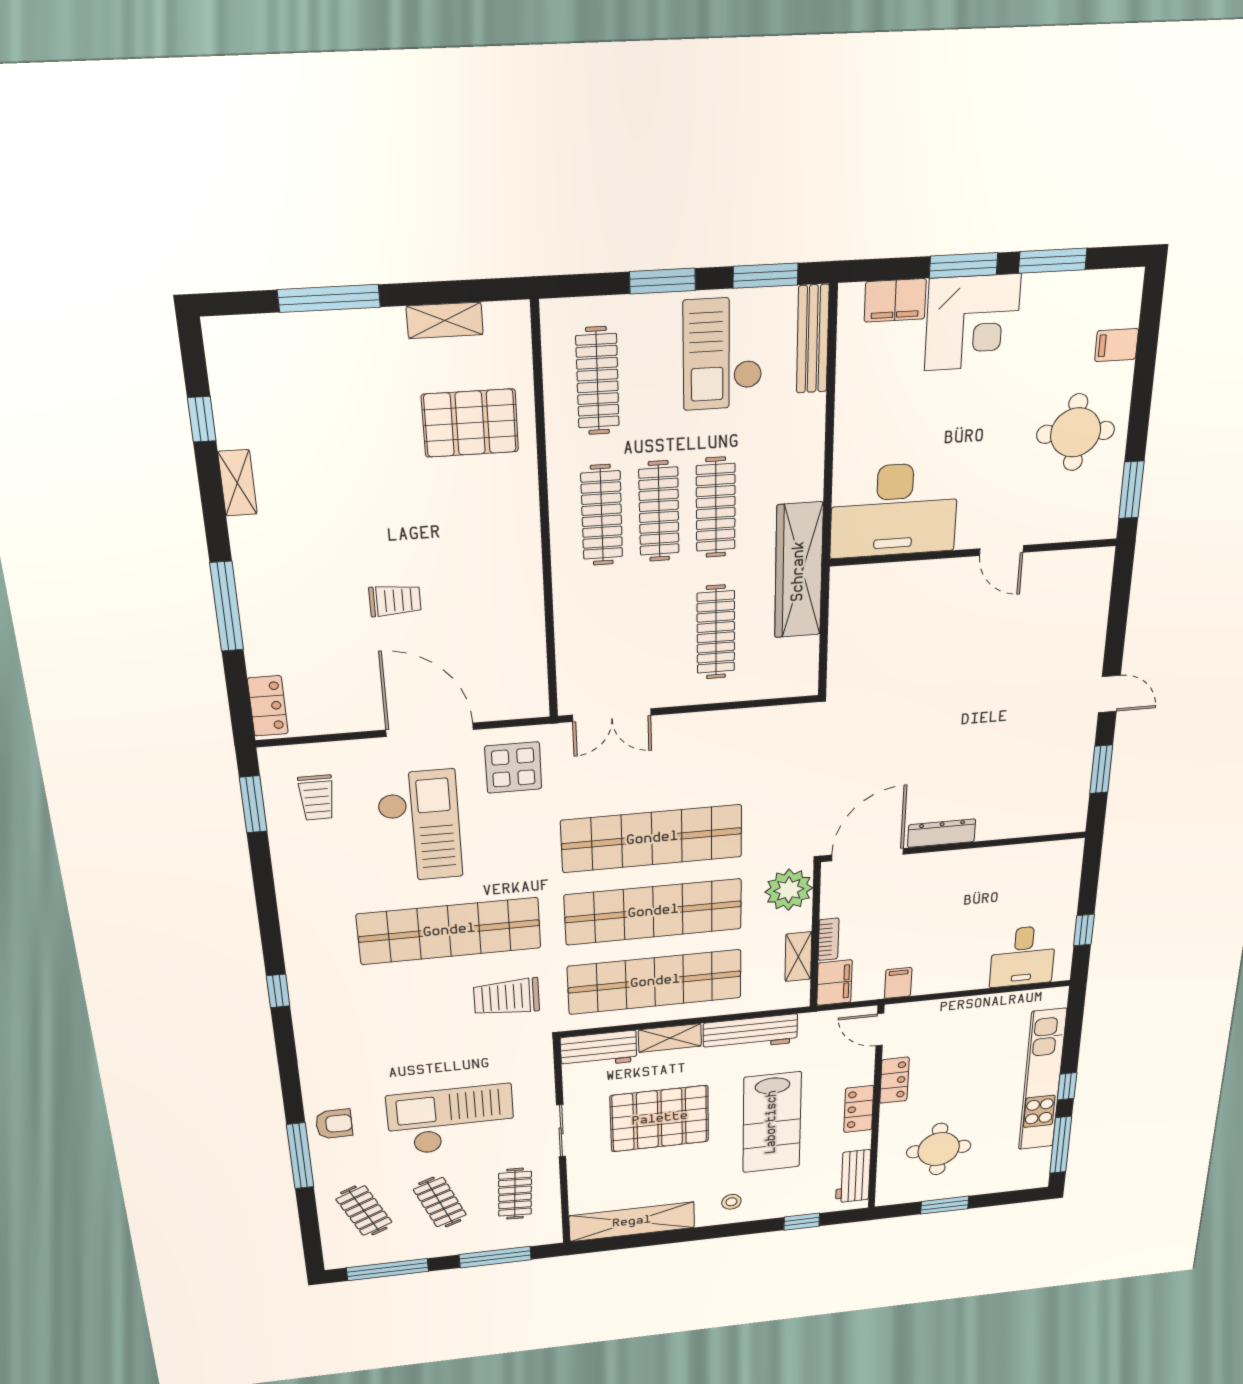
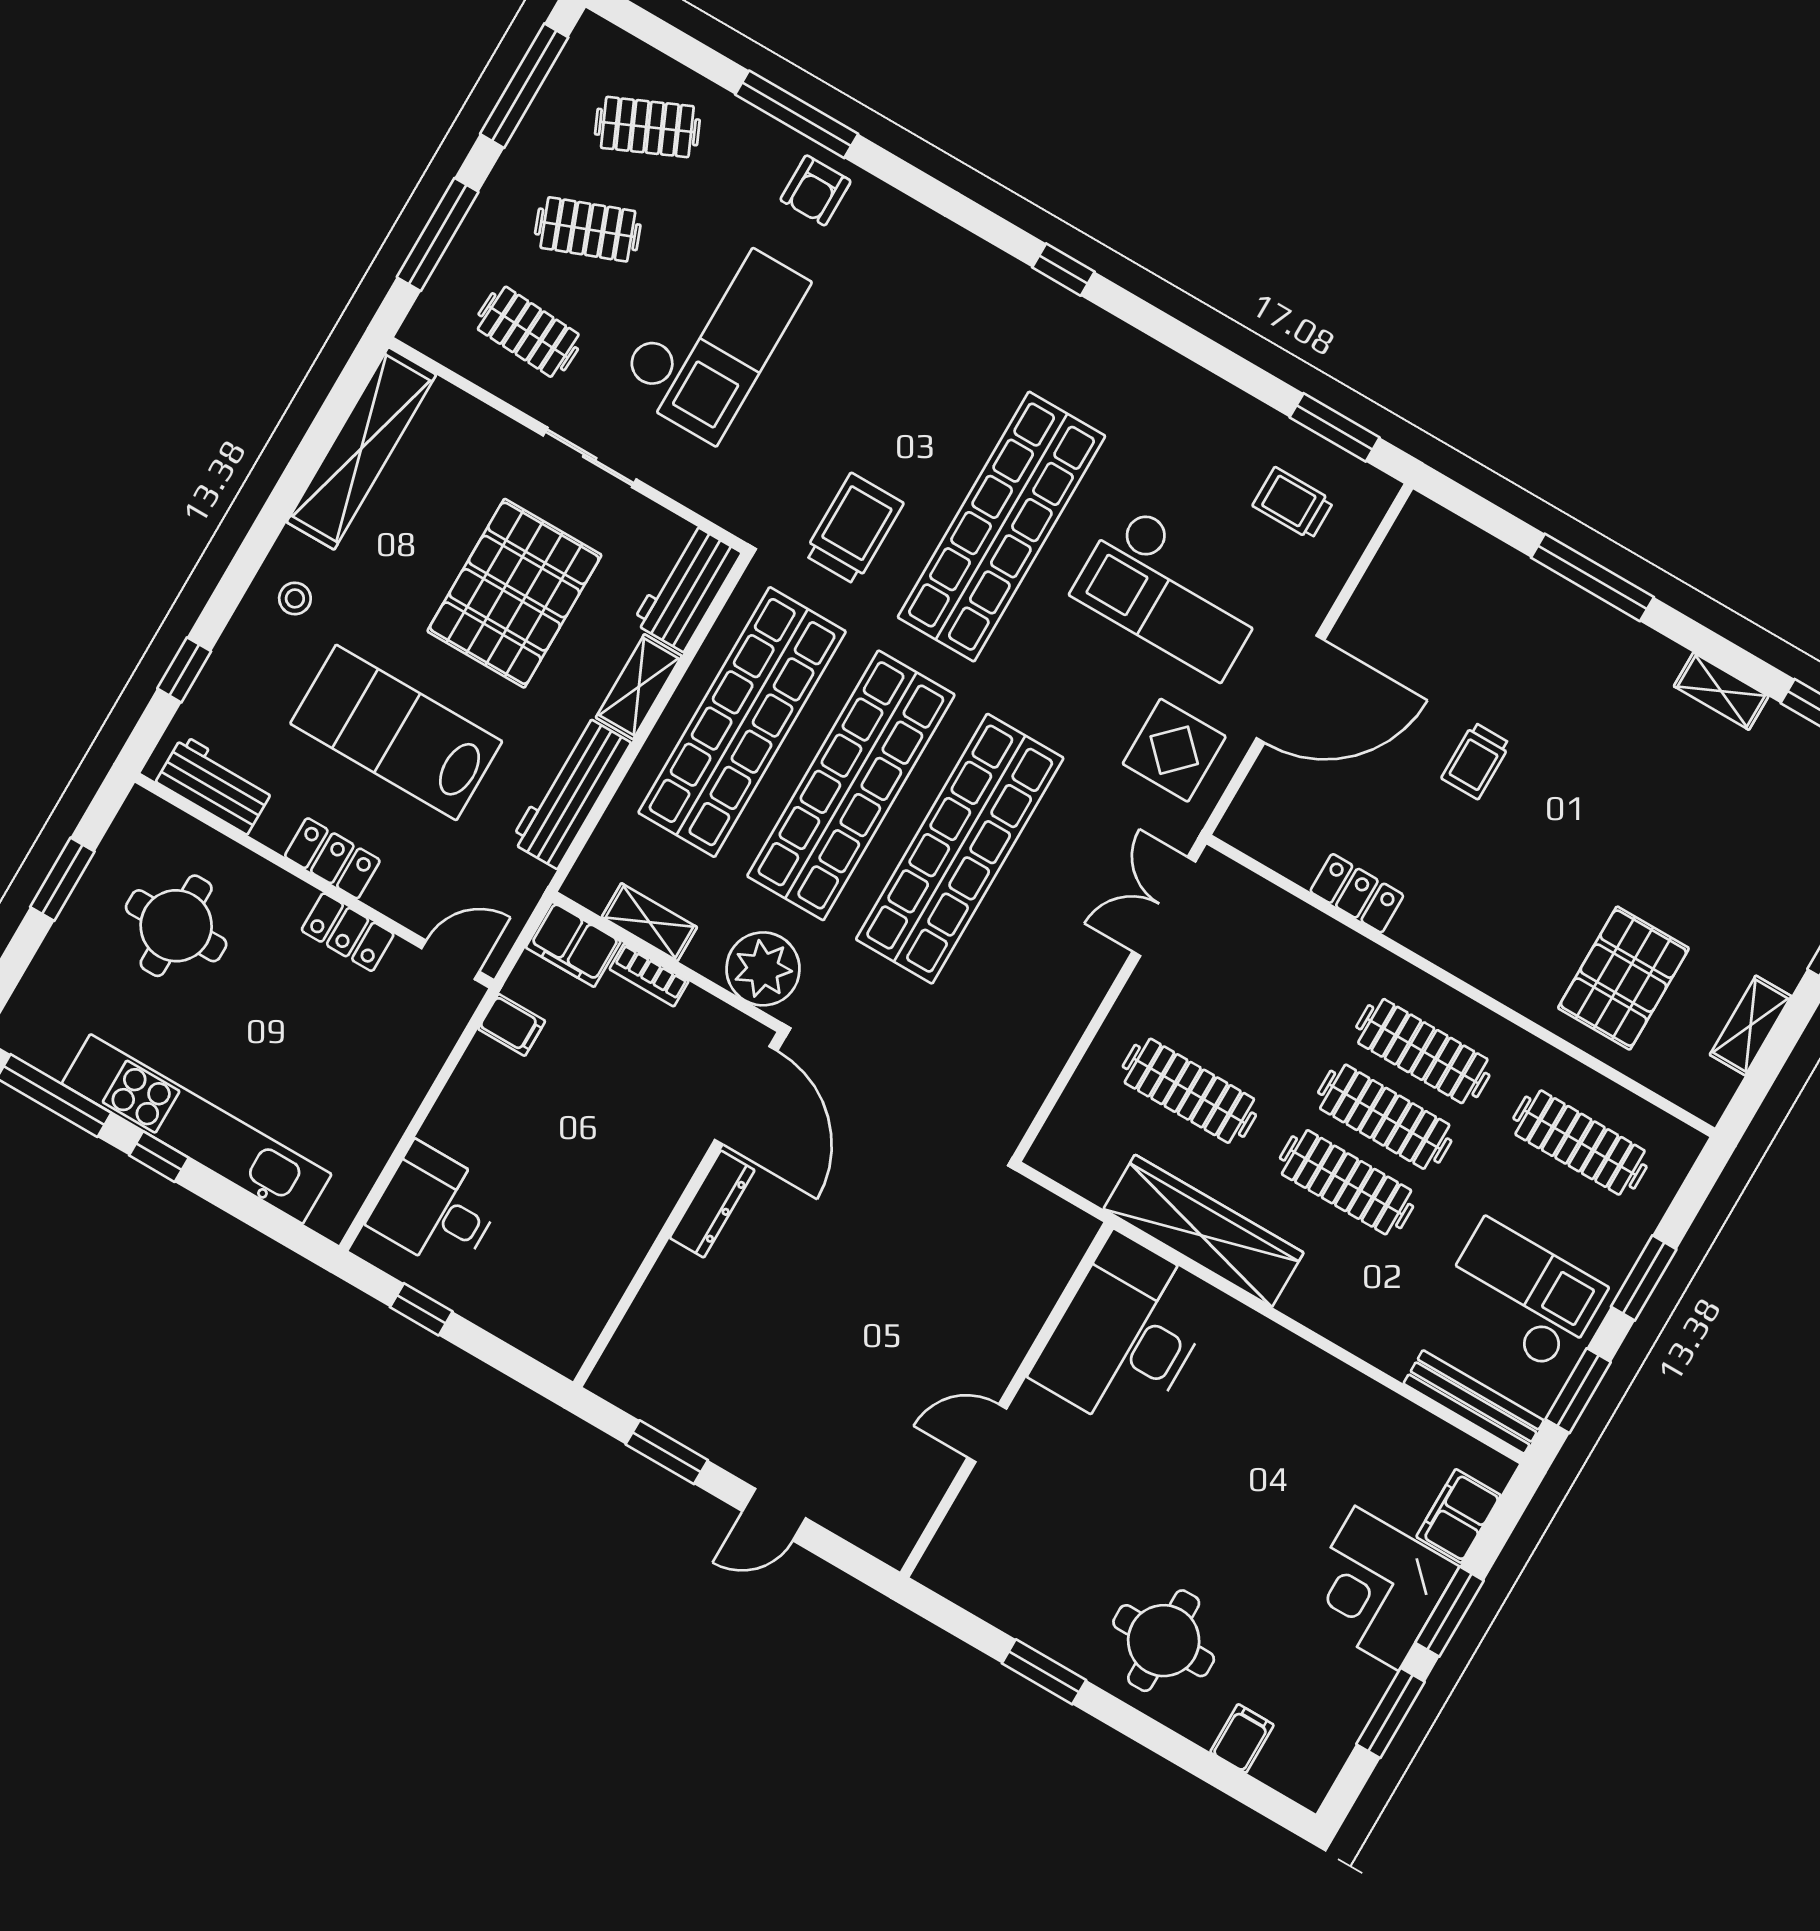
desk: (894, 510) -> (1125, 1335), moved
door: (1002, 550) -> (987, 1433), moved
wall: (974, 552) -> (1007, 1400), moved
locker: (268, 706) -> (1357, 893), moved, turned 180

